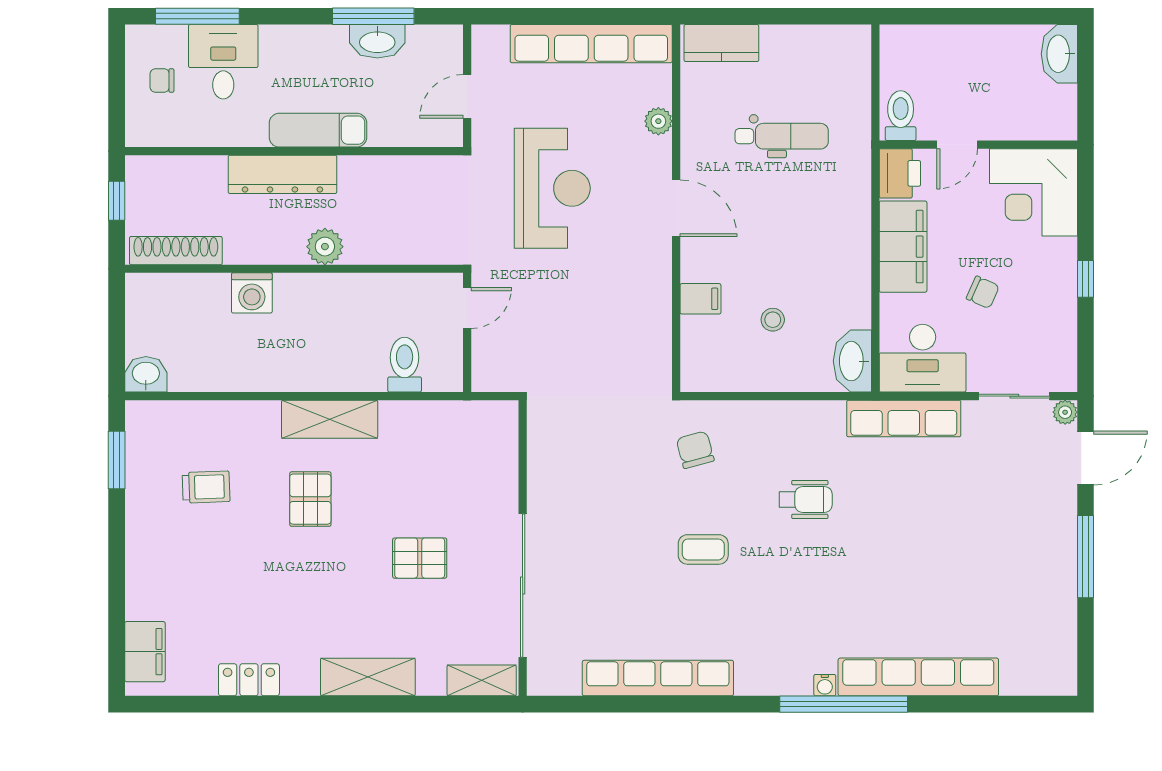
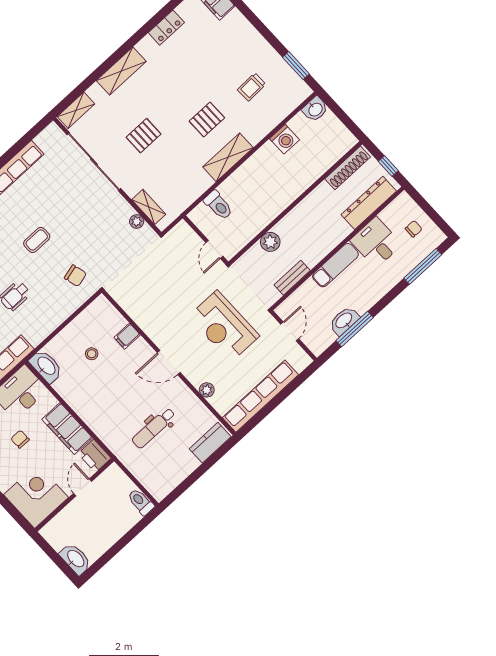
desk: (223, 62) -> (376, 242), moved, turned 180
toilet: (901, 116) -> (141, 502), moved, turned 180
bench: (395, 168) -> (292, 278), added
dresser: (282, 174) -> (369, 203), moved
plant: (325, 247) -> (270, 242), moved
chair: (983, 292) -> (20, 439), turned 66
washing machine: (252, 293) -> (284, 139), moved, turned 180
plant: (540, 447) -> (137, 221), added
shelving: (504, 452) -> (149, 207), added
pallet: (310, 499) -> (207, 119), turned 90

